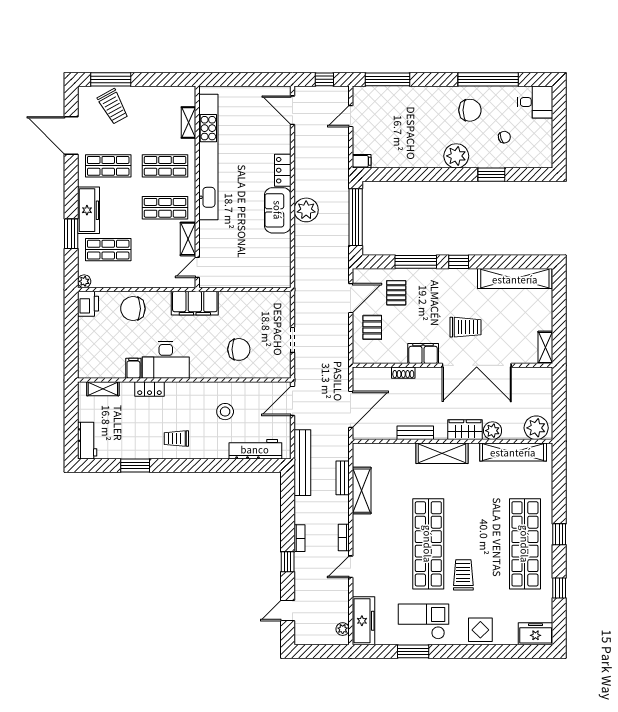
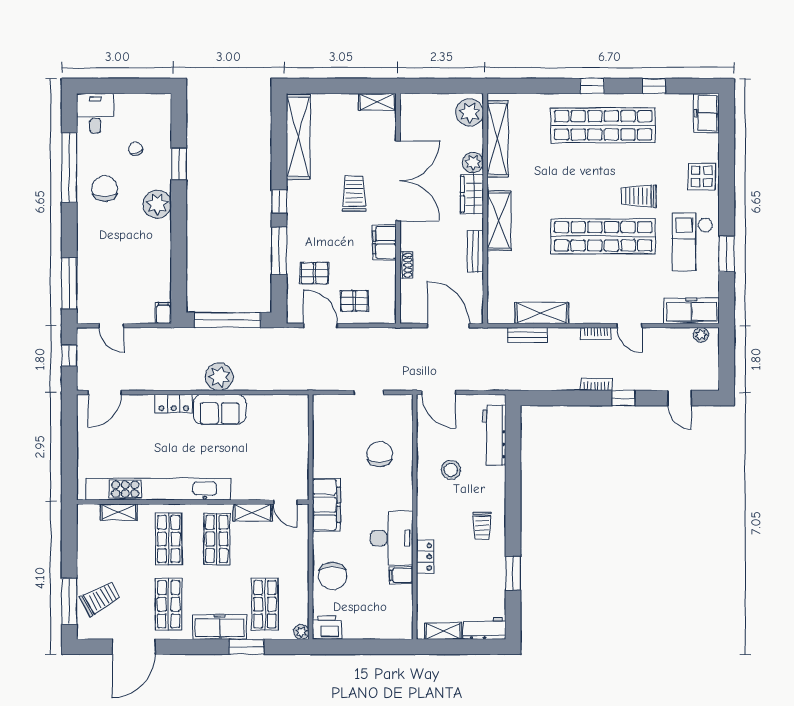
shelving: (103, 389) -> (443, 631), moved, turned 90
bench: (302, 463) -> (510, 381), removed

